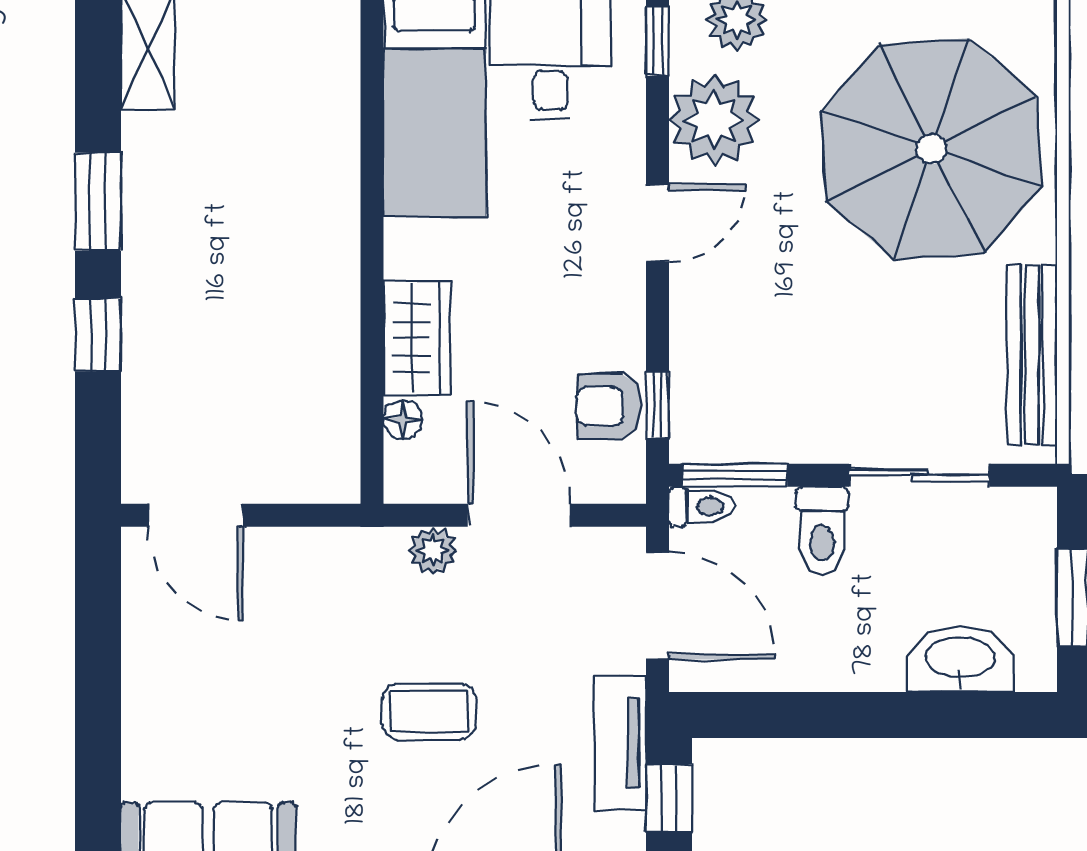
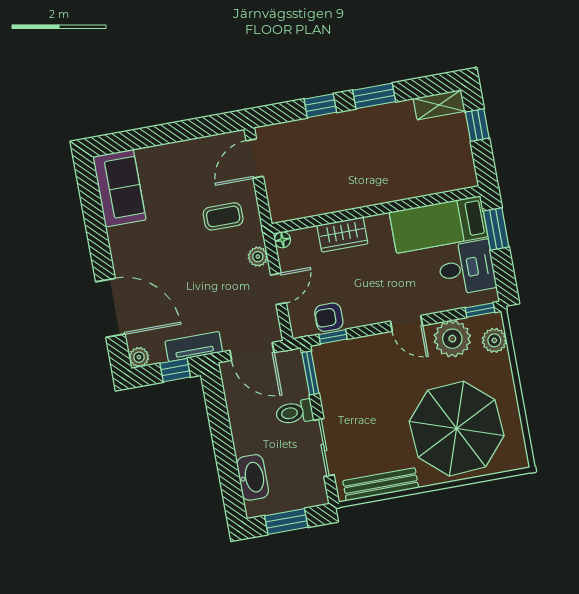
armchair: (609, 407) -> (329, 317), turned -90
floor lamp: (403, 419) -> (282, 240), moved
toilet: (701, 507) -> (295, 362), removed
door: (519, 515) -> (278, 289), width x0.73
door: (658, 606) -> (252, 351), hinge flipped
coffee table: (429, 711) -> (223, 216), moved, turned 90

